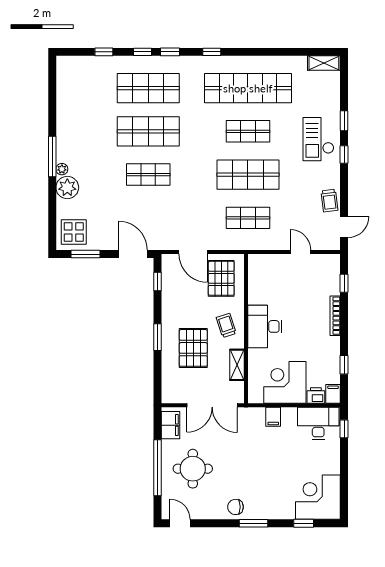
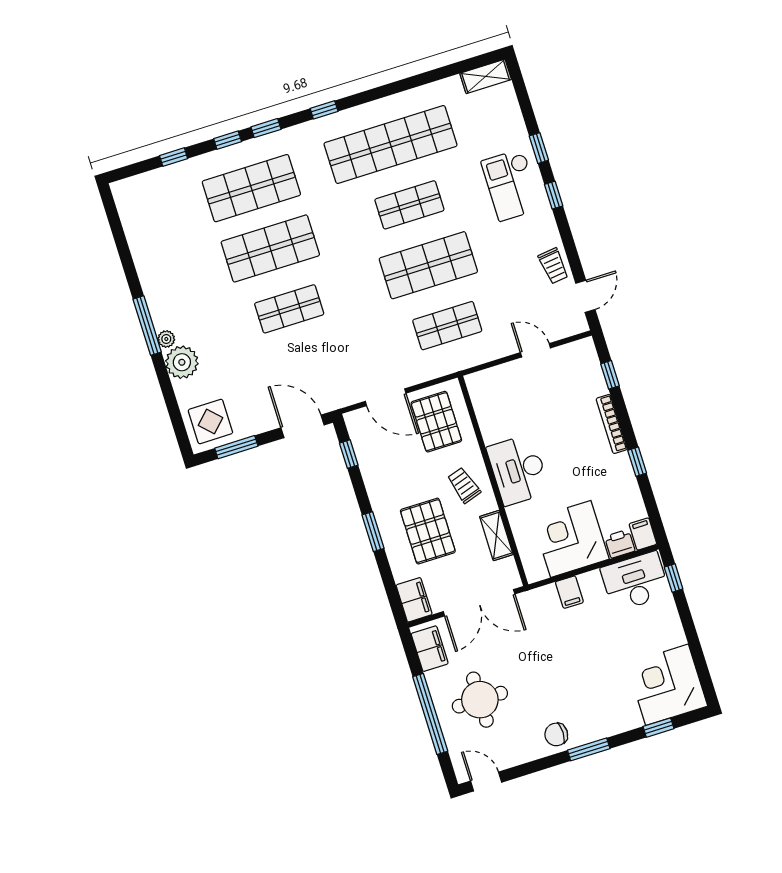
window: (344, 365) -> (637, 462), moved
filing cabinet: (170, 390) -> (414, 600), added

